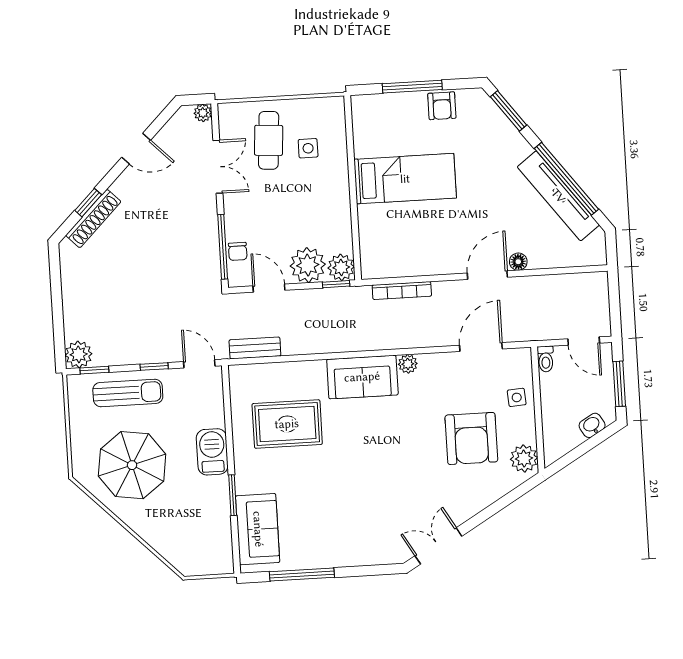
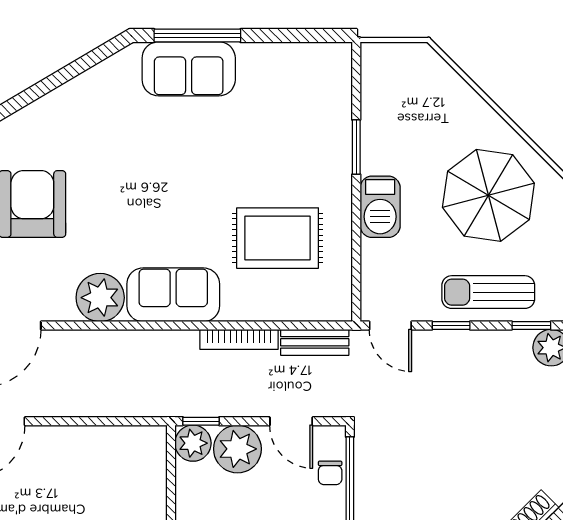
chair: (238, 251) -> (330, 473), turned 180
bookcase: (402, 291) -> (239, 339), moved, turned 180
plant: (408, 364) -> (100, 298), width x1.88, depth x1.88
sofa: (258, 529) -> (189, 69), moved, turned -90
double door: (438, 546) -> (85, 63), removed
window: (302, 574) -> (197, 36), moved

